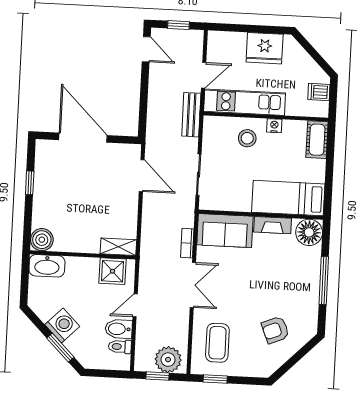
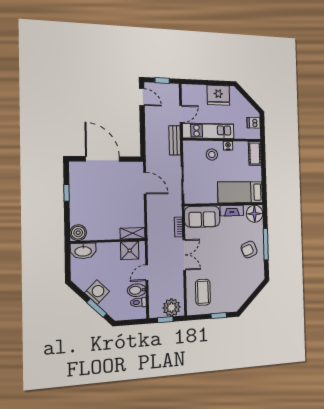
armchair: (275, 330) -> (249, 249), moved
window: (215, 379) -> (219, 316), moved

